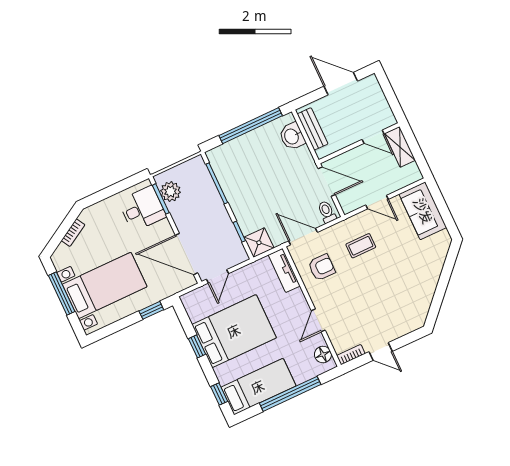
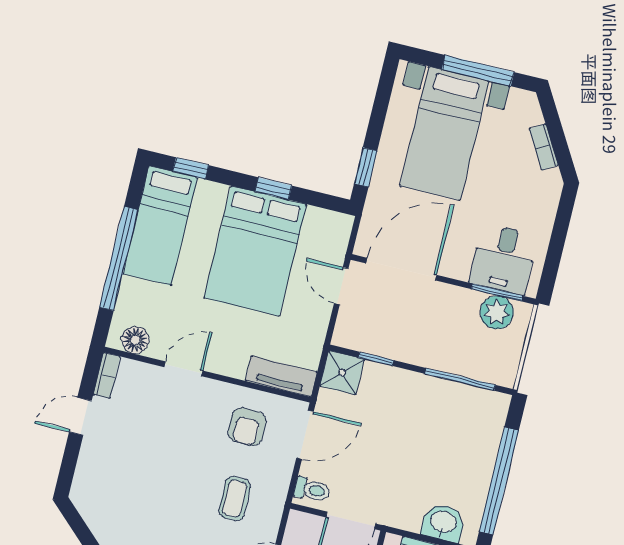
door: (318, 320) -> (183, 369), hinge flipped

